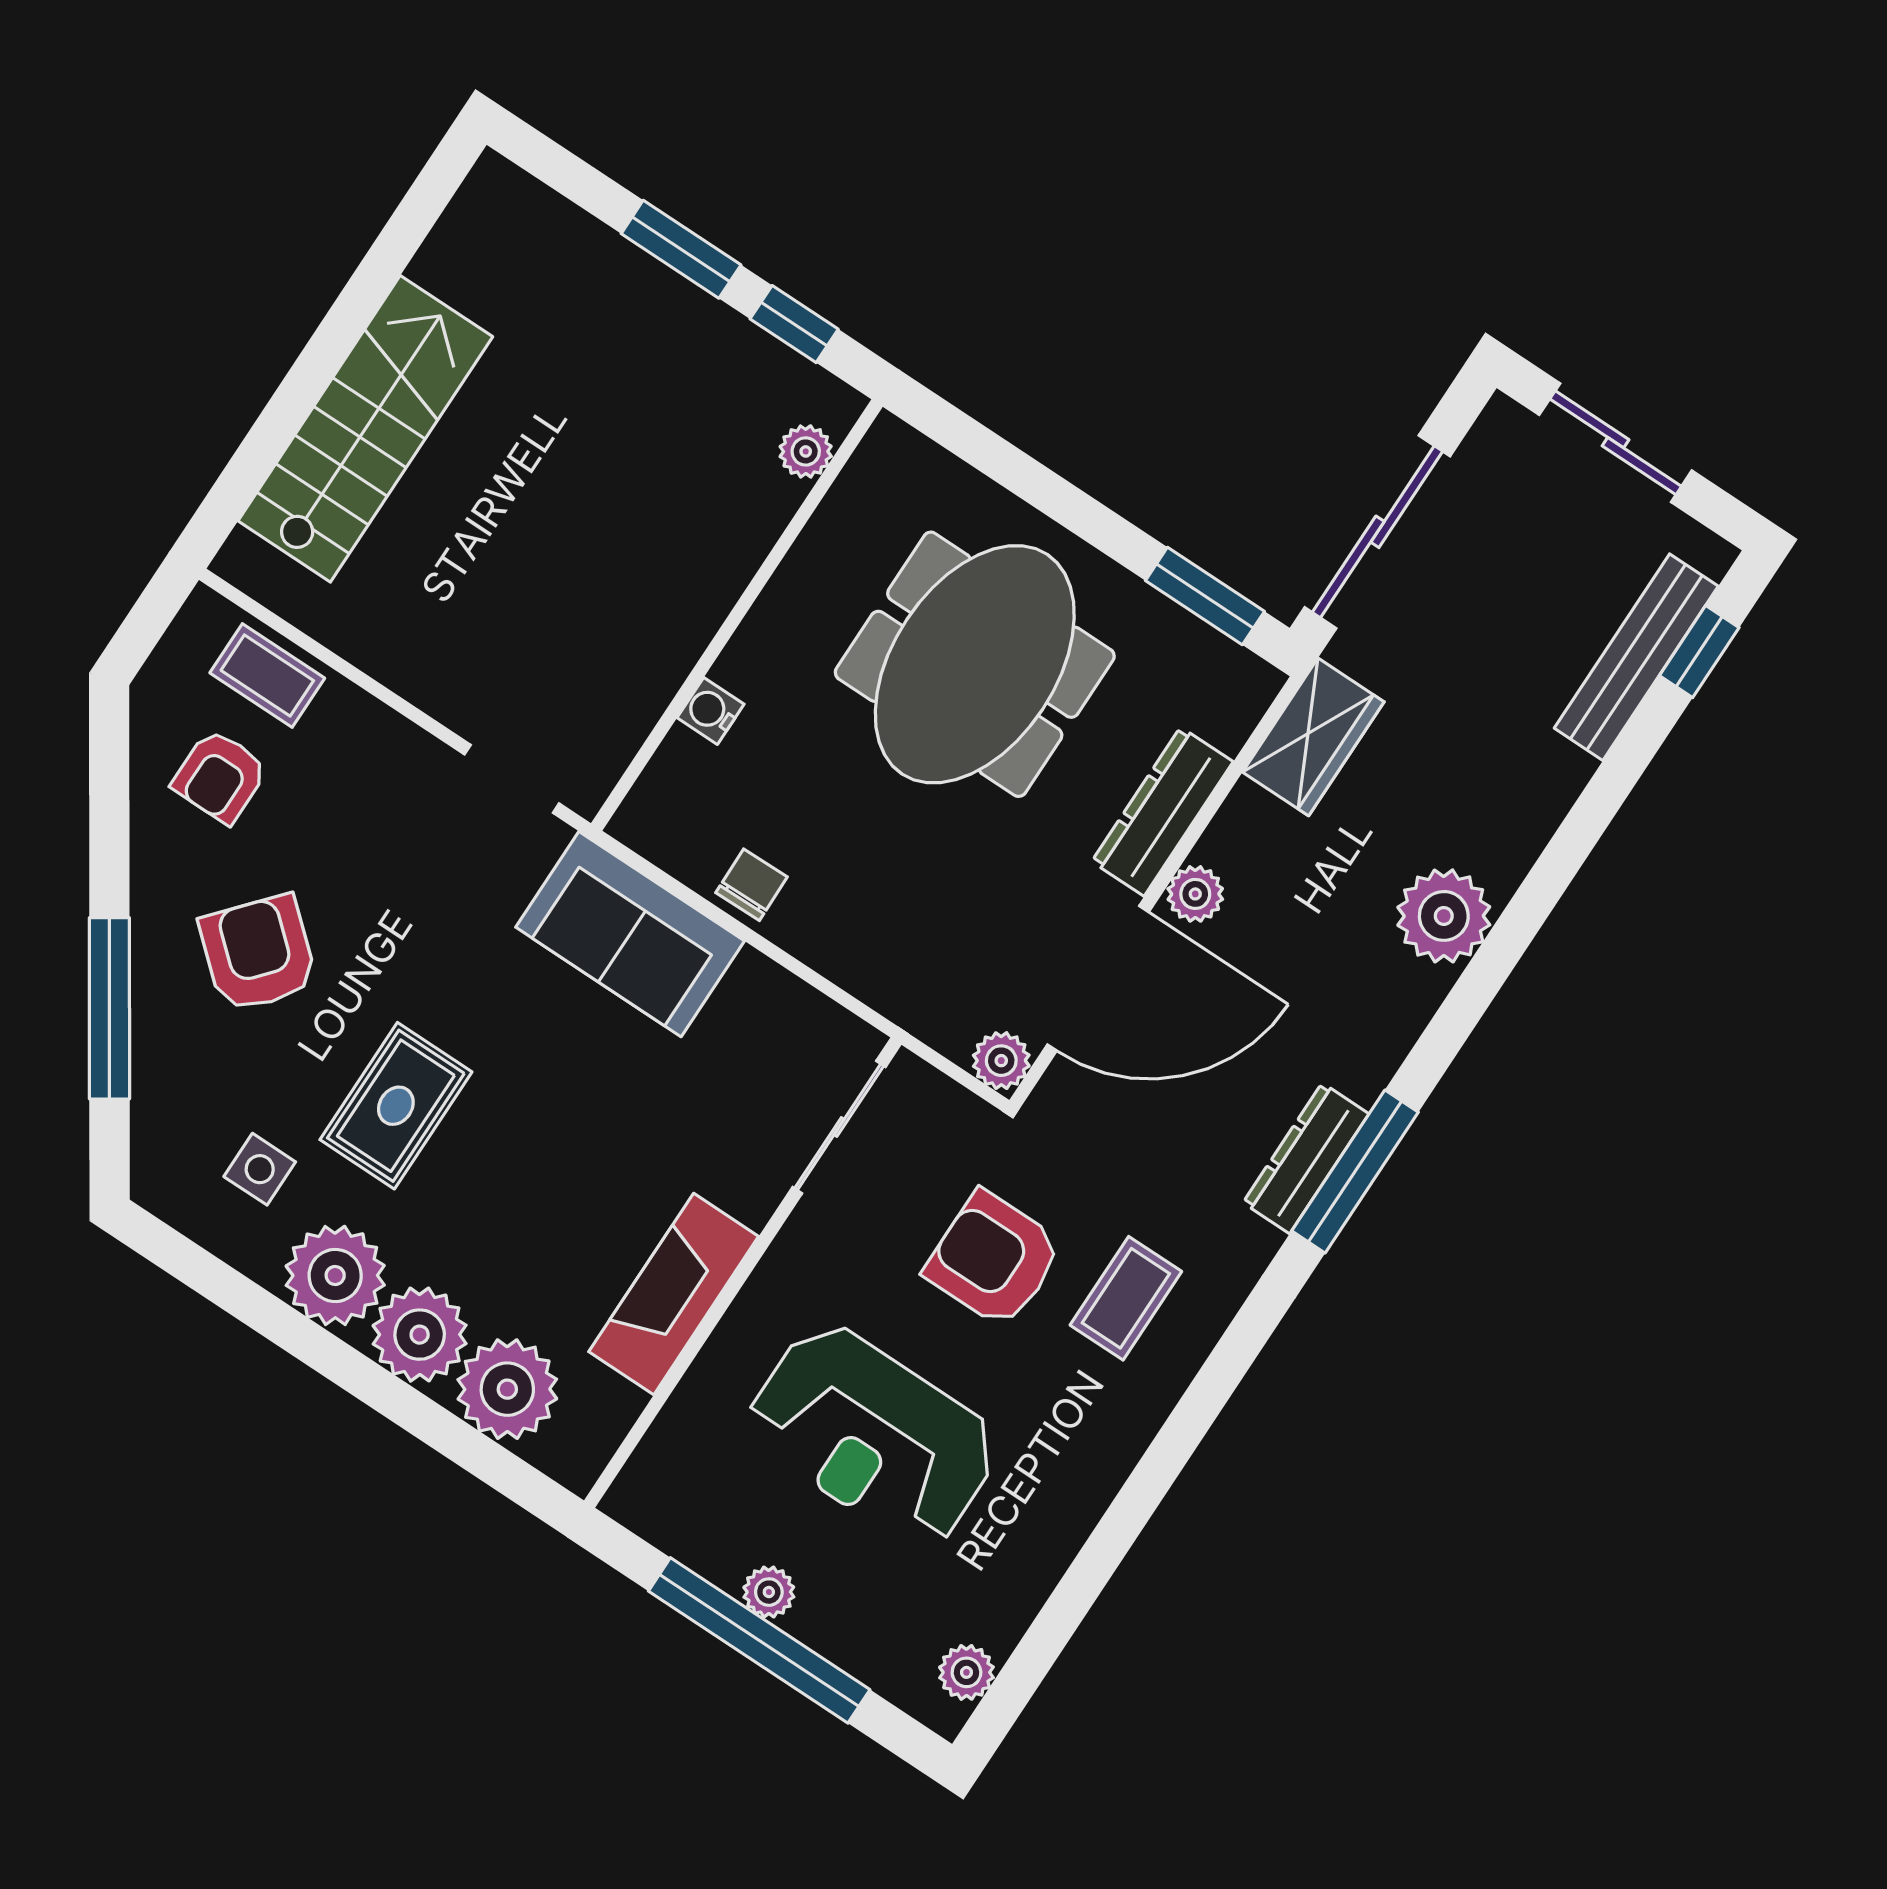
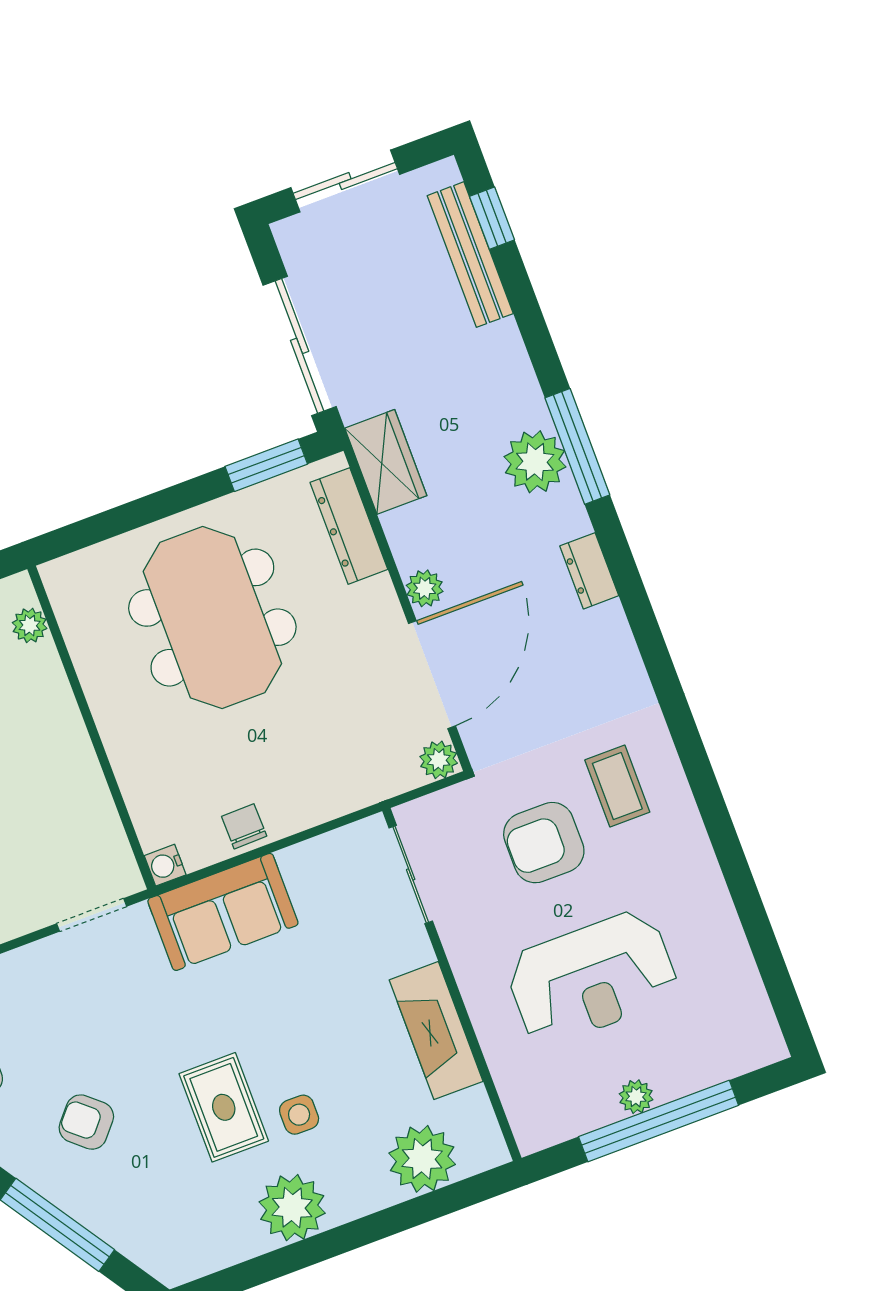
water cooler: (711, 711) -> (165, 865), moved
dresser: (1162, 812) -> (349, 526), moved
armchair: (258, 953) -> (86, 1122), width x0.72, depth x0.72
dresser: (1306, 1158) -> (589, 571), moved, width x0.70
side table: (260, 1169) -> (299, 1115), moved
window: (1355, 1172) -> (577, 446), moved
plant: (420, 1335) -> (358, 1185), removed
plant: (966, 1672) -> (758, 1021), removed

